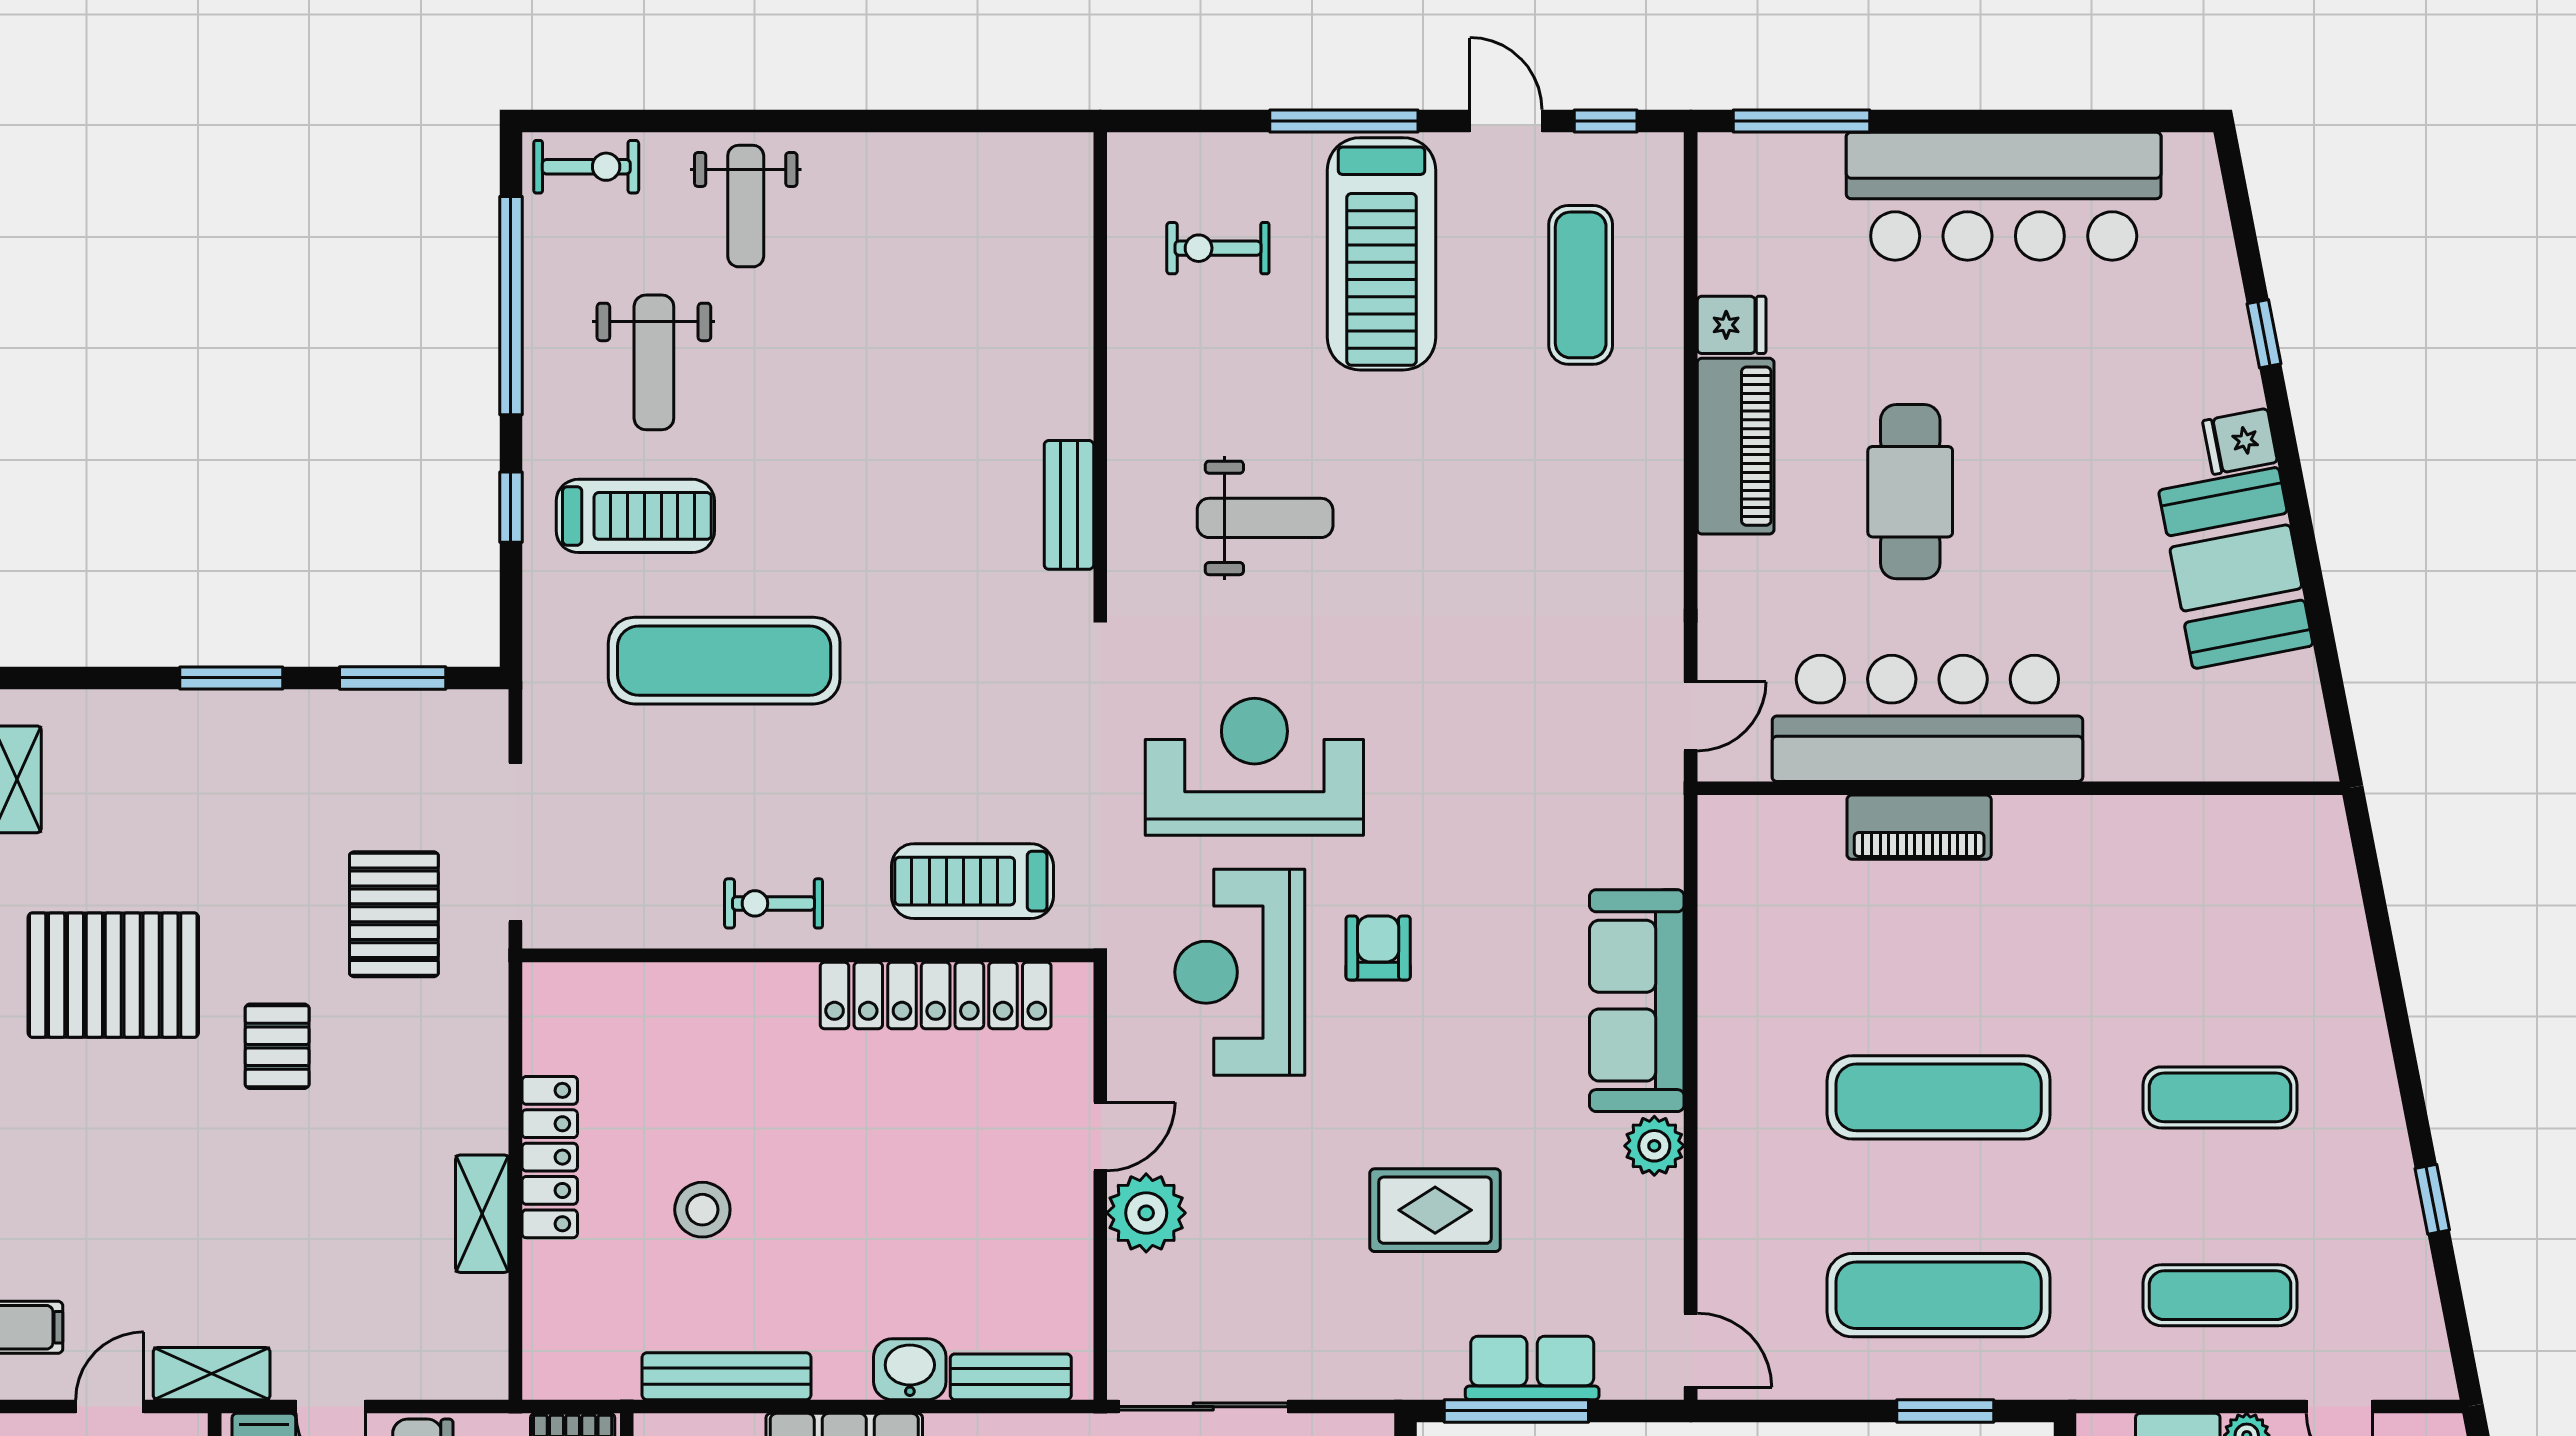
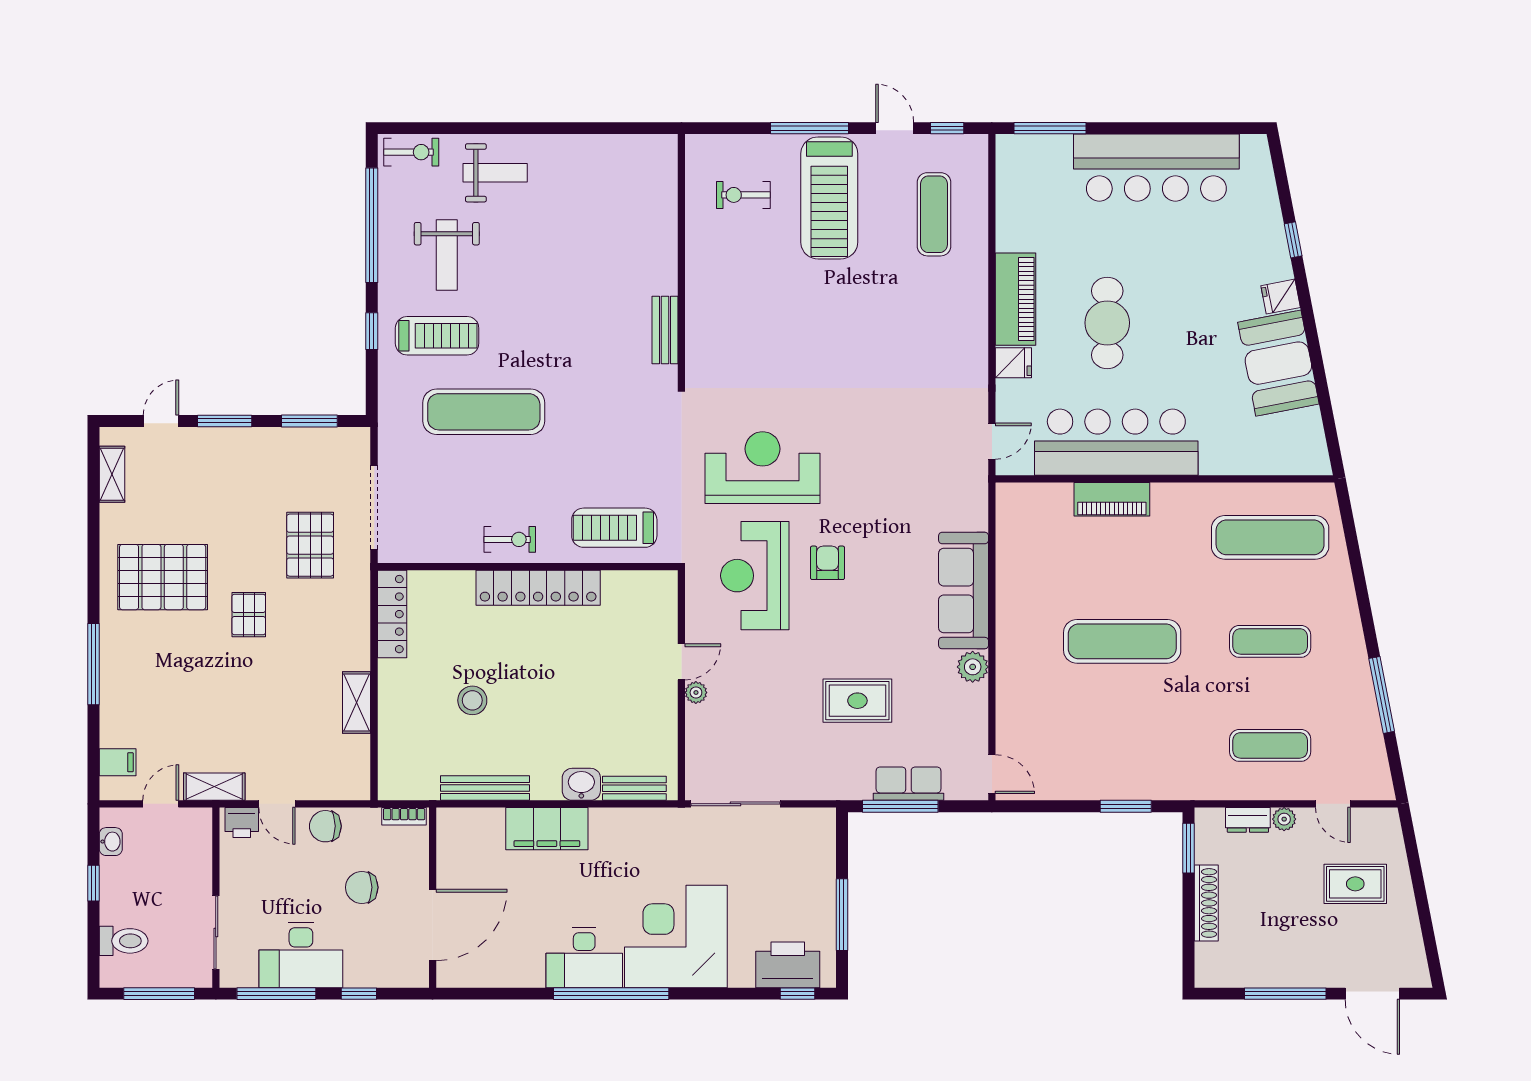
weight bench: (746, 206) -> (495, 173), turned -90
fridge: (1732, 325) -> (1013, 363), moved
weight bench: (1265, 518) -> (768, 337), removed
door: (110, 678) -> (161, 421), added
exercise bike: (773, 903) -> (510, 539), turned 180
locker: (936, 995) -> (538, 588), moved
locker: (550, 1157) -> (392, 614), moved
window: (2432, 1199) -> (1382, 695), width x2.17
plant: (1146, 1213) -> (696, 692), width x0.53, depth x0.53
exercise mat: (1939, 1295) -> (1270, 537), moved

